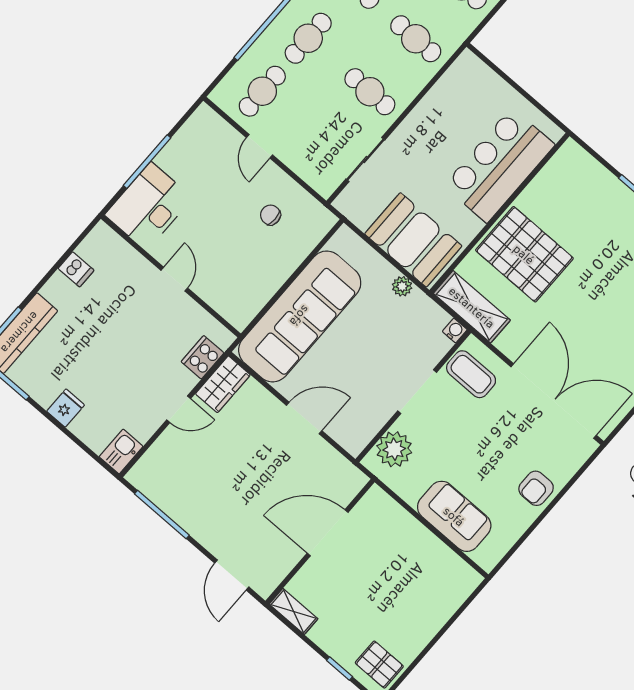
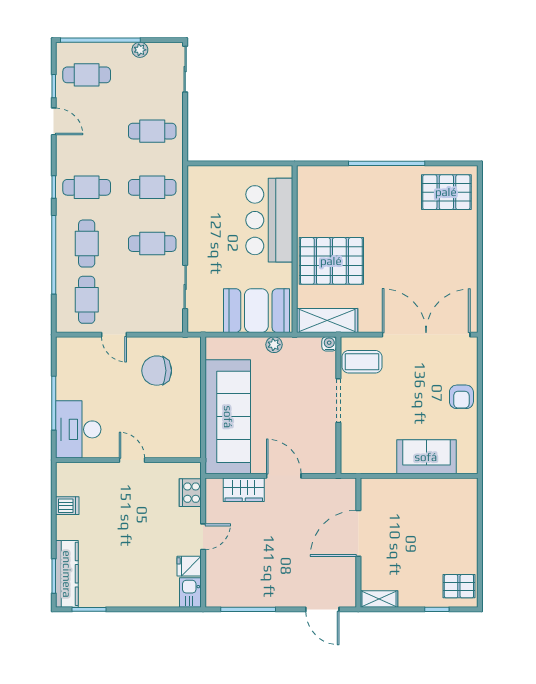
chair: (270, 215) -> (157, 371), width x1.87, depth x1.87
wardrobe: (223, 384) -> (244, 490), moved, turned 90
fridge: (66, 408) -> (189, 566), moved, turned -90
door: (304, 418) -> (284, 476), hinge flipped
plant: (394, 449) -> (355, 448), removed

